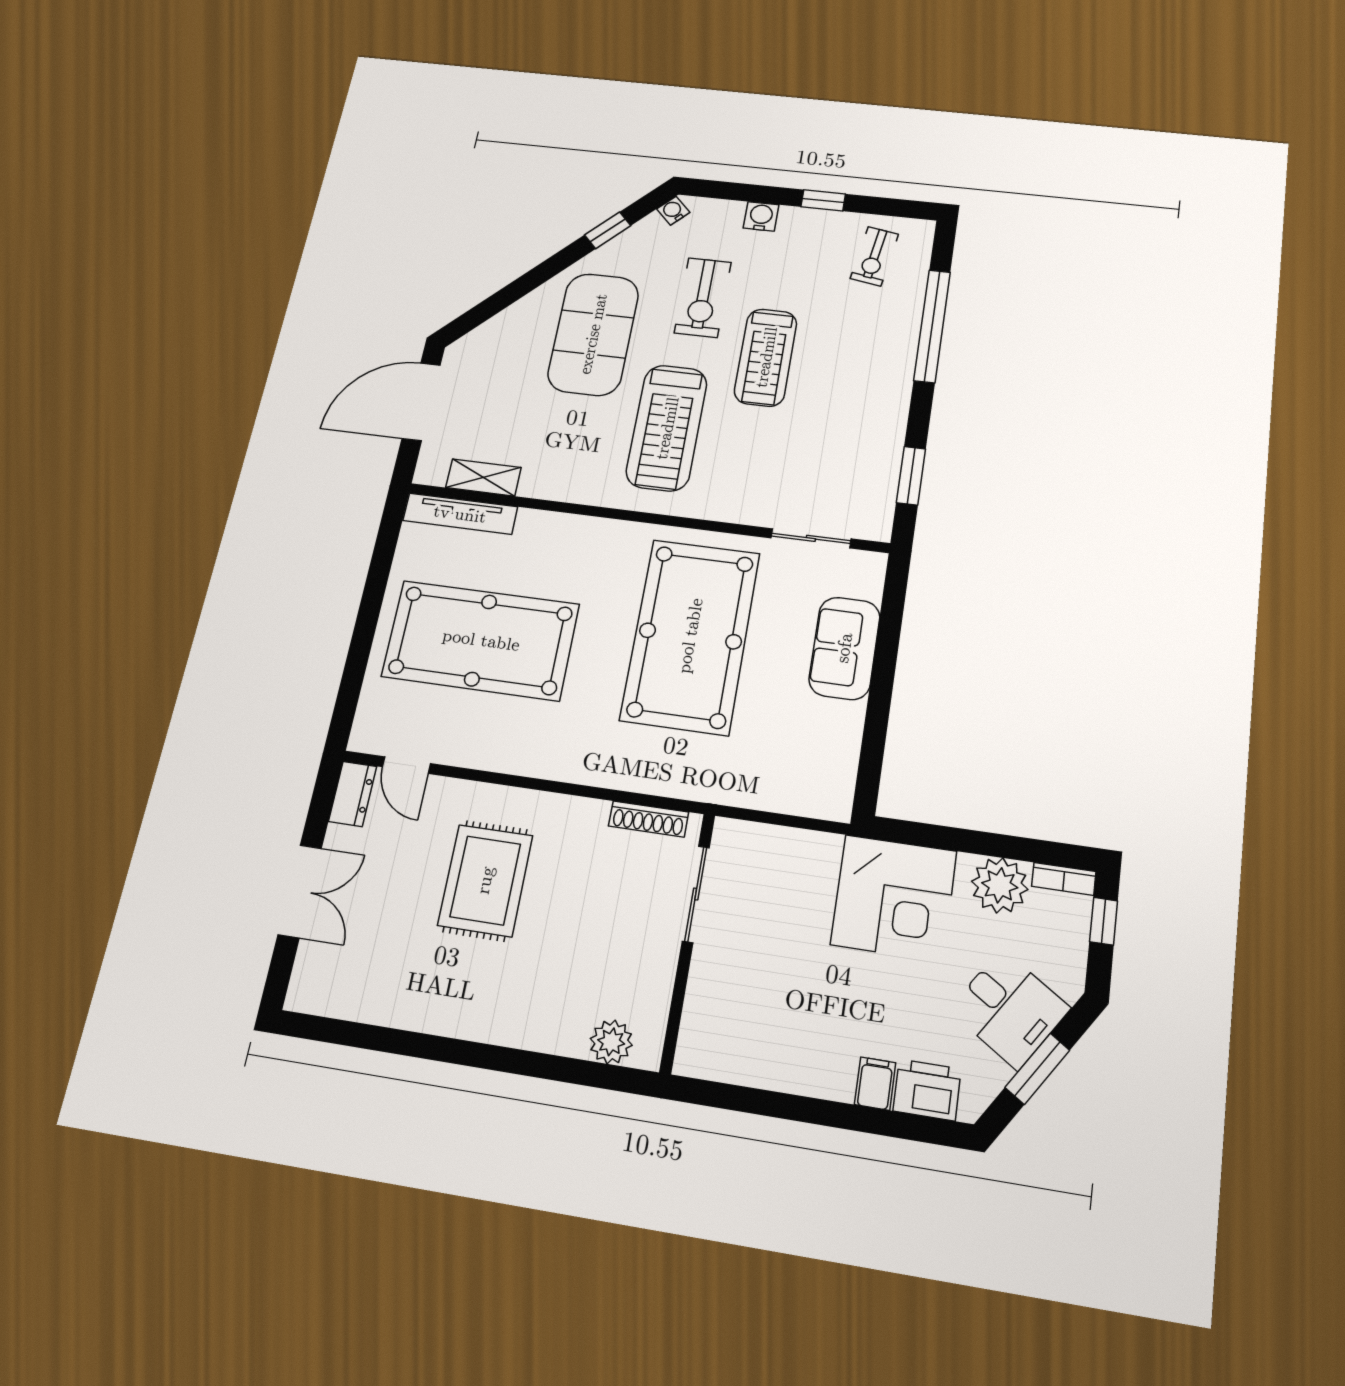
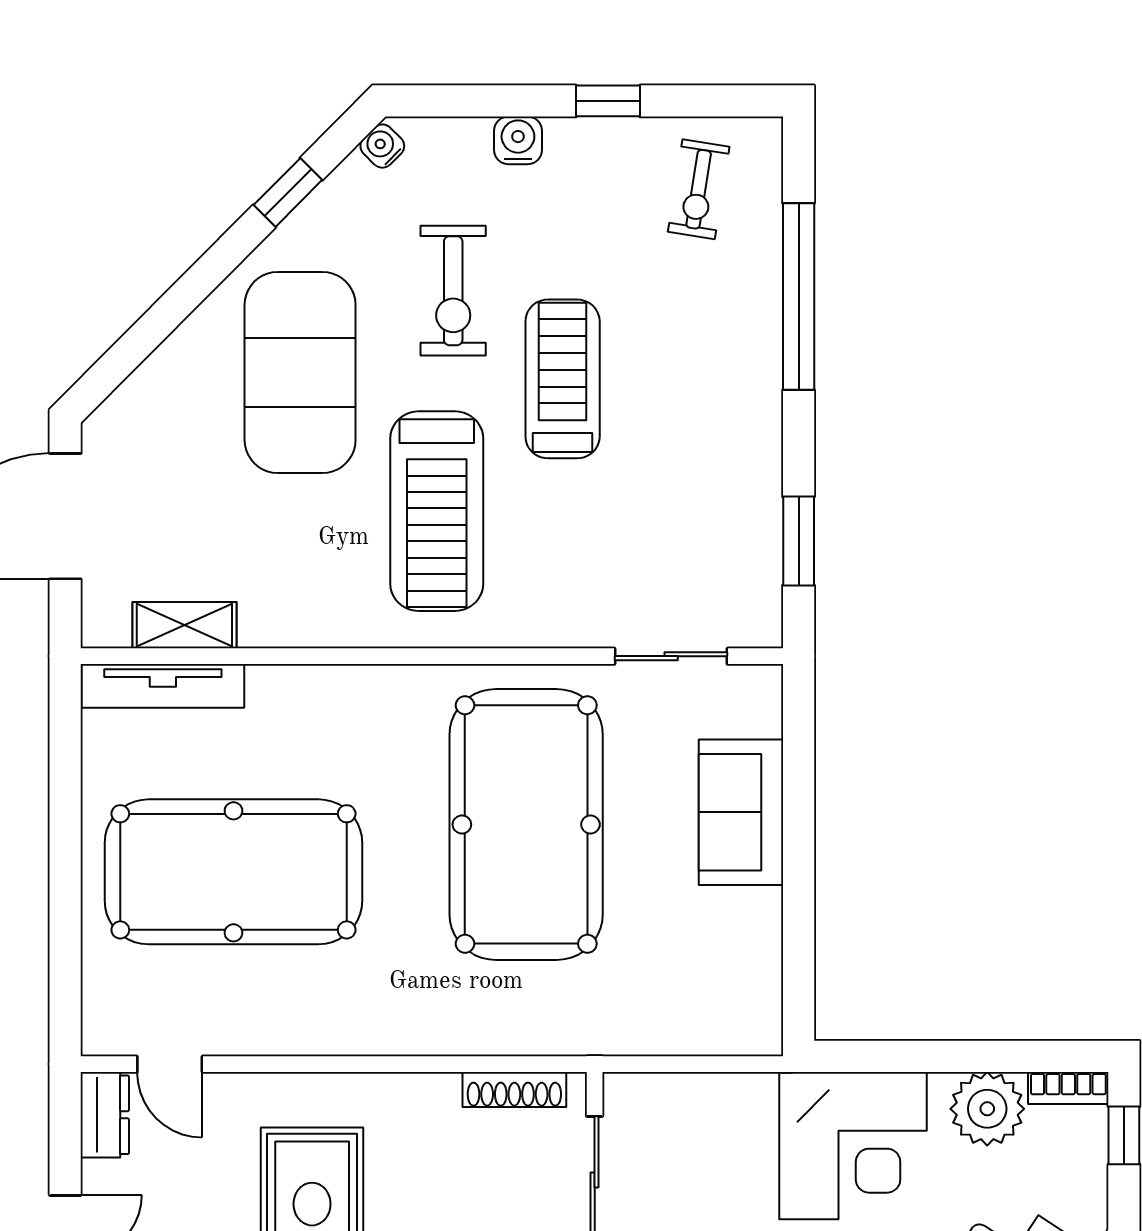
treadmill: (766, 357) -> (563, 379), turned 180

